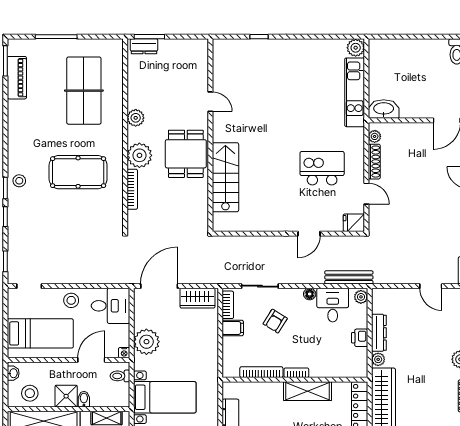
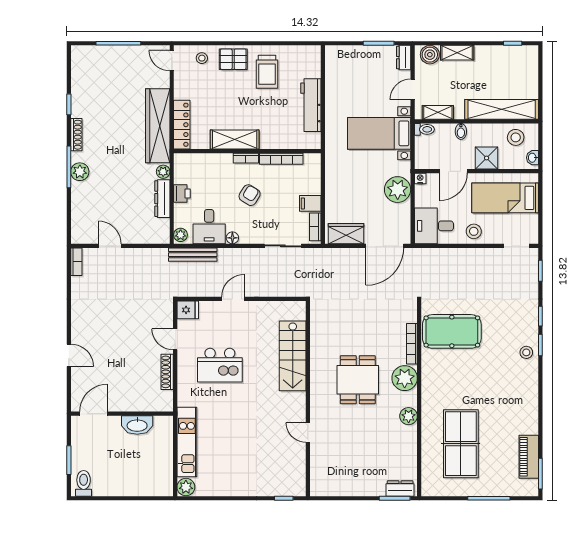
door: (210, 102) -> (308, 432), moved
washbasin: (384, 109) -> (137, 425), moved
wall: (210, 135) -> (308, 399), moved
plant: (375, 136) -> (167, 397), removed
pool table: (78, 172) -> (452, 331), moved
stairs: (225, 177) -> (293, 356), moved
armchair: (275, 321) -> (250, 195), moved
toilet: (120, 376) -> (424, 129), moved
shower: (66, 396) -> (487, 158), moved

